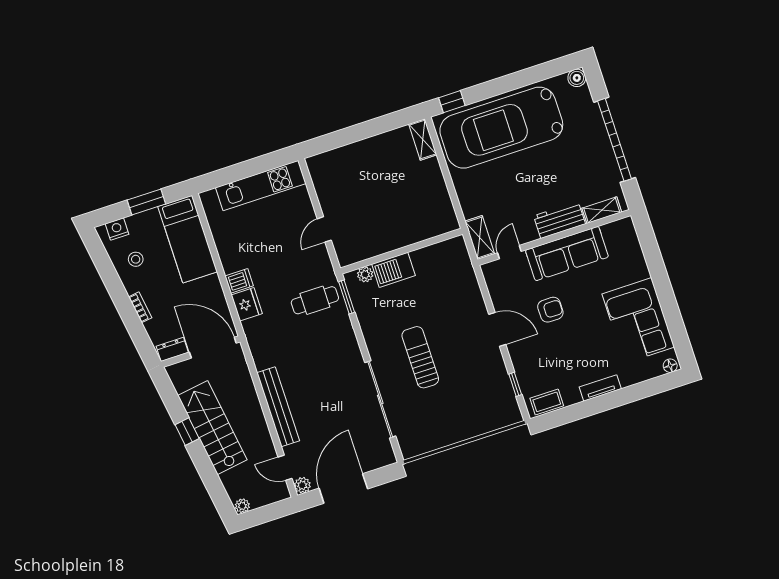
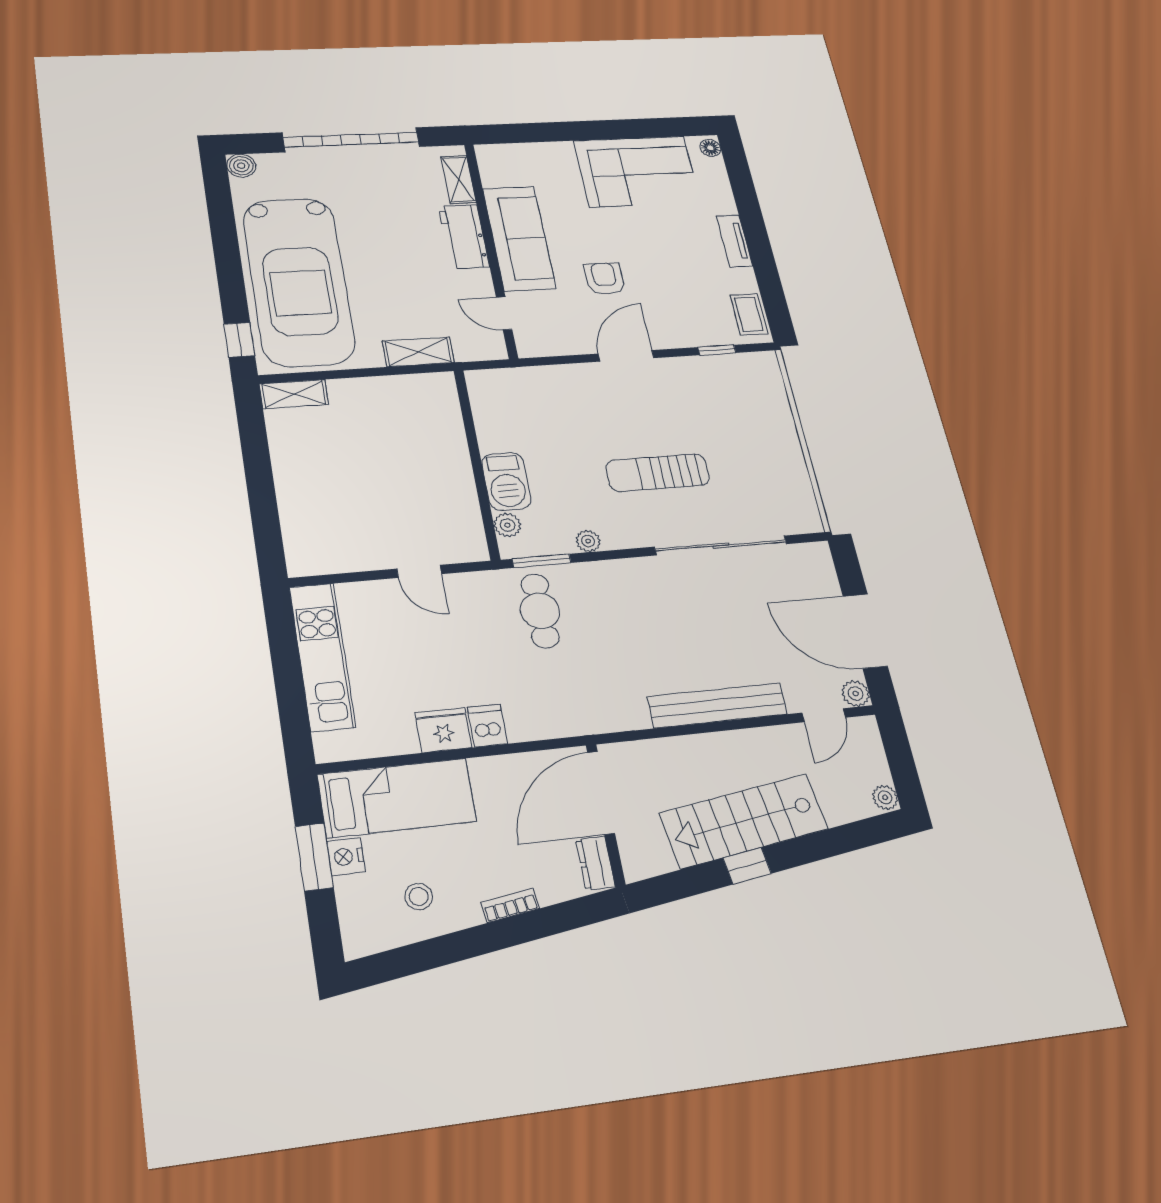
nightstand: (117, 229) -> (346, 857), moved
shelving: (480, 237) -> (418, 352), moved
fridge: (247, 304) -> (443, 730), moved
plant: (365, 322) -> (588, 541), added

